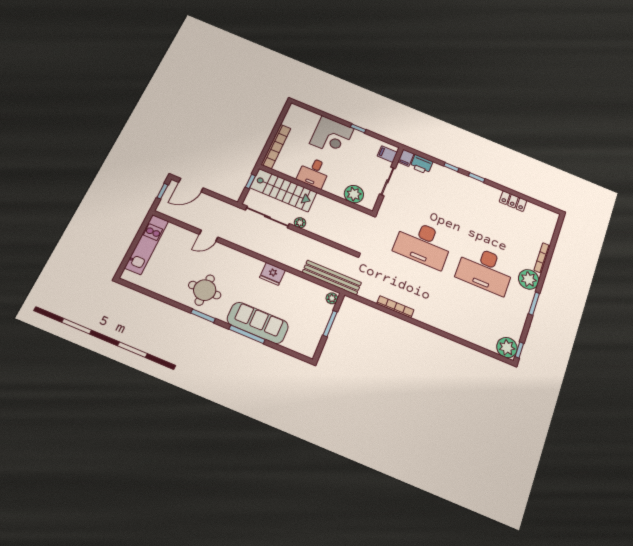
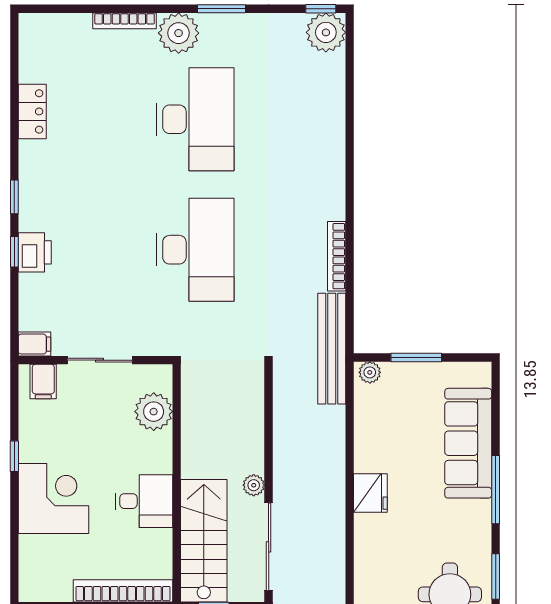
printer: (421, 164) -> (35, 252), moved
bench: (332, 278) -> (332, 349), moved
sofa: (258, 323) -> (468, 443), moved

